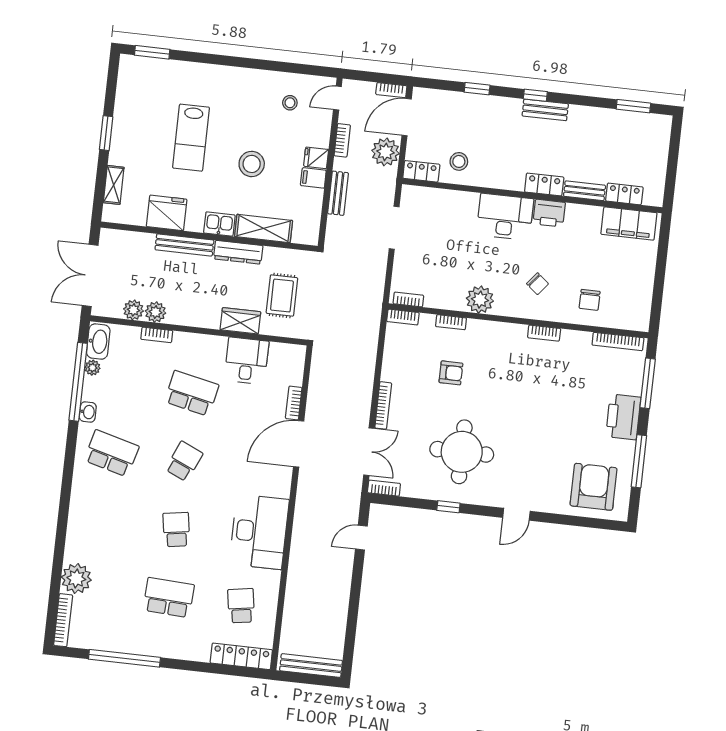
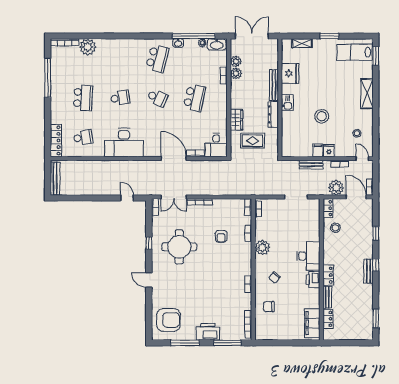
lab bench: (191, 138) -> (355, 52), moved
shelving: (264, 228) -> (367, 94), moved
desk: (247, 361) -> (216, 145), moved, turned 90

